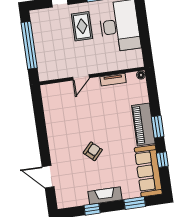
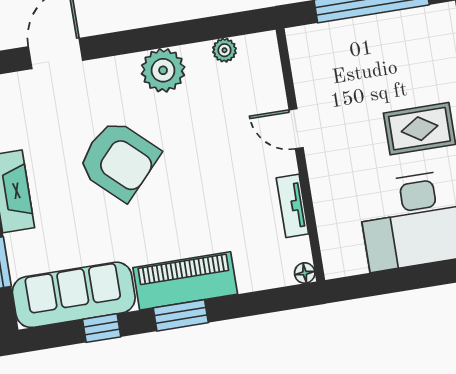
plant: (48, 107) -> (224, 50), added
plant: (56, 132) -> (163, 70), added
armchair: (93, 151) -> (119, 160), width x1.88, depth x1.88

